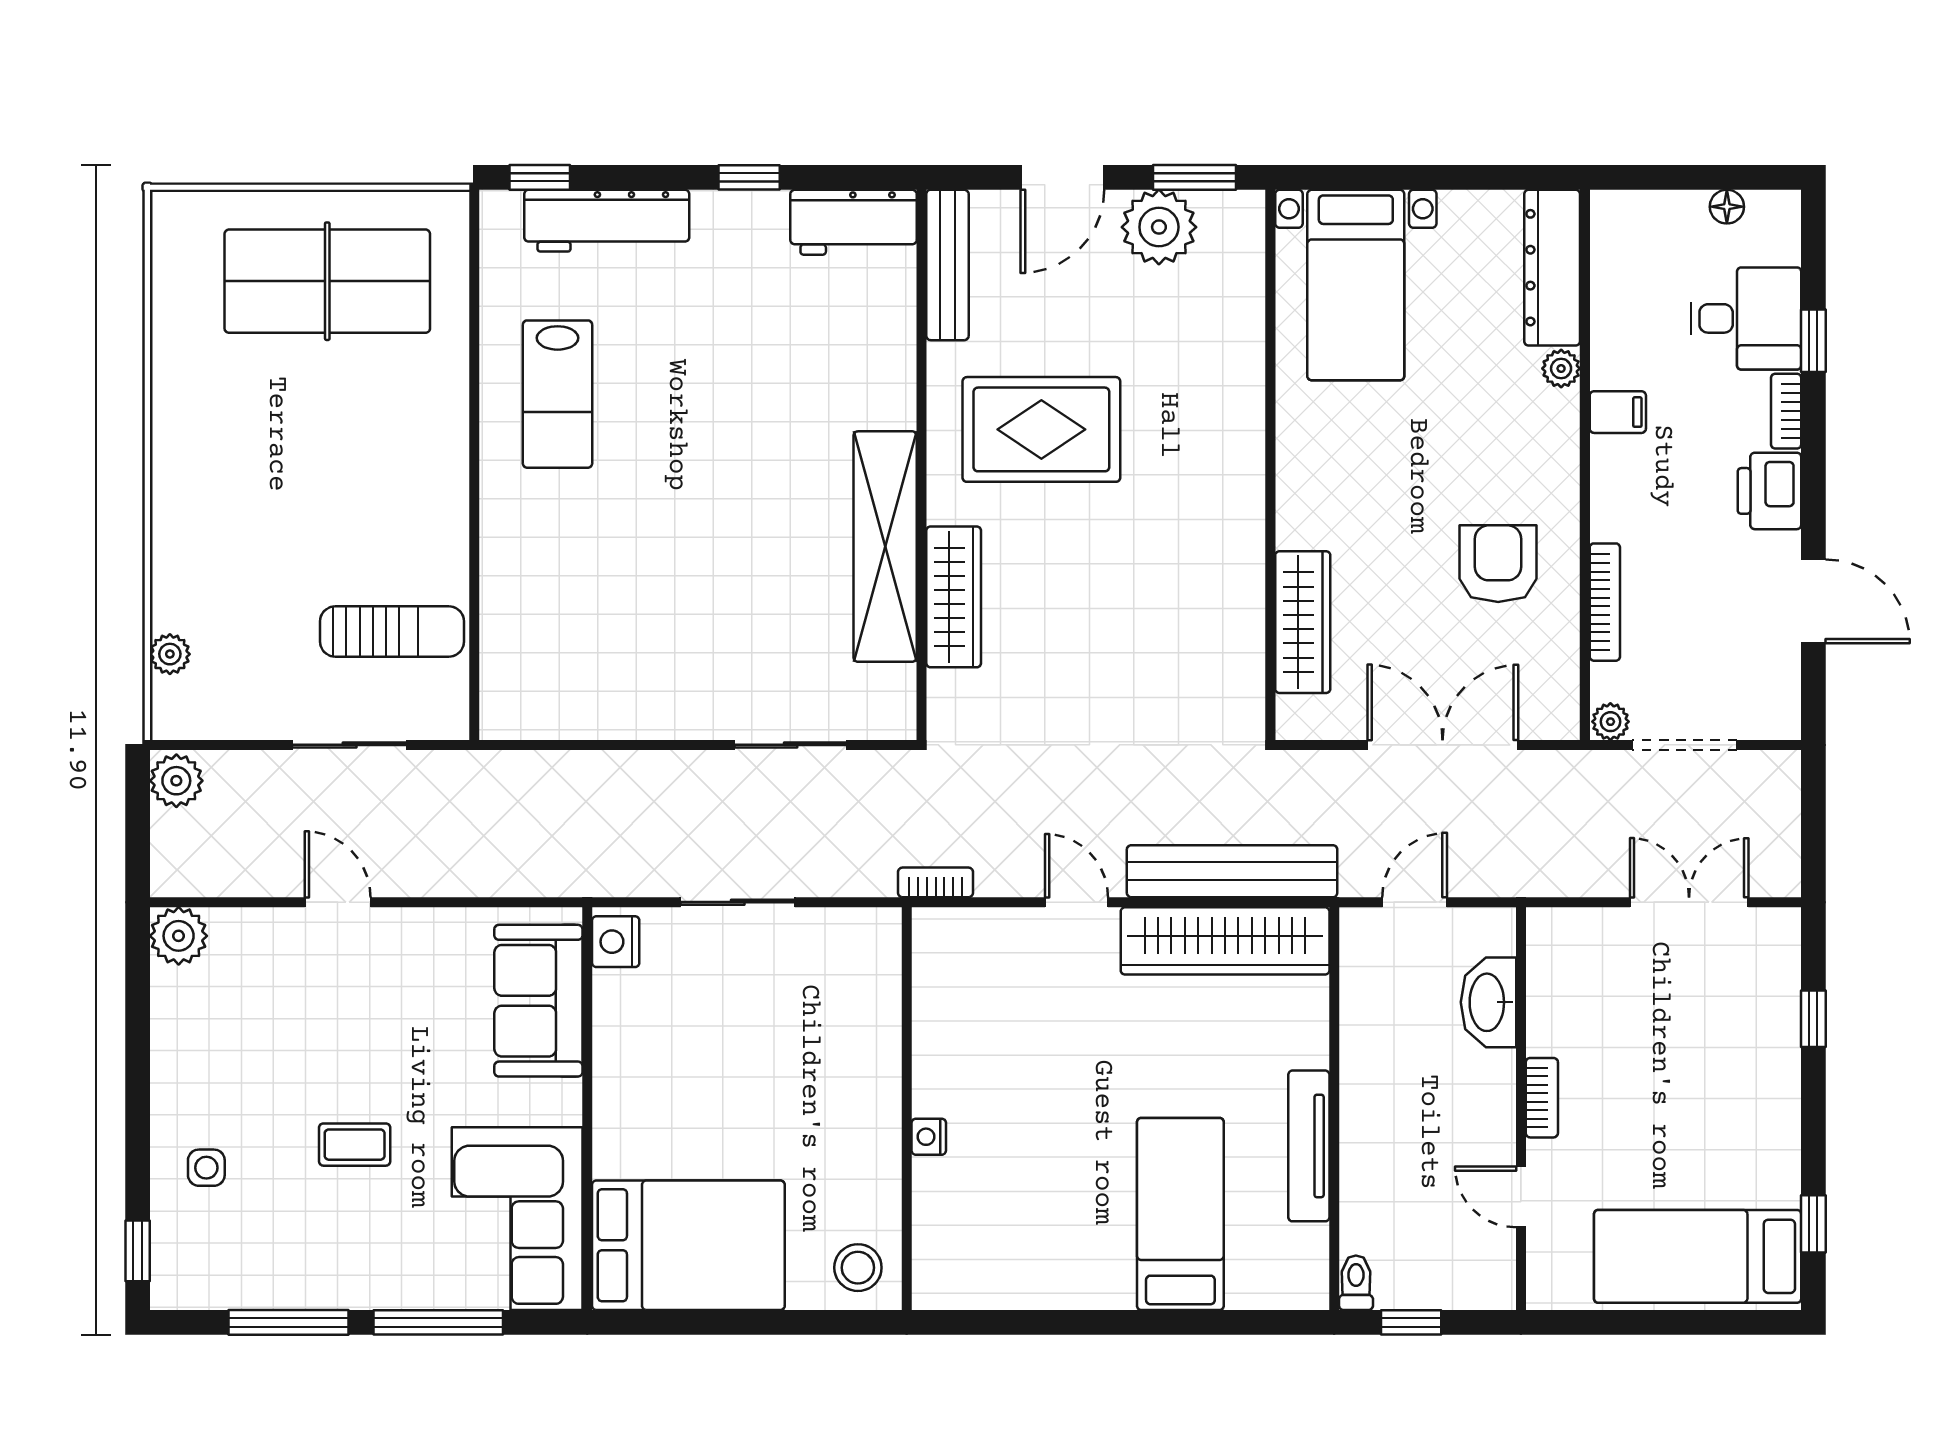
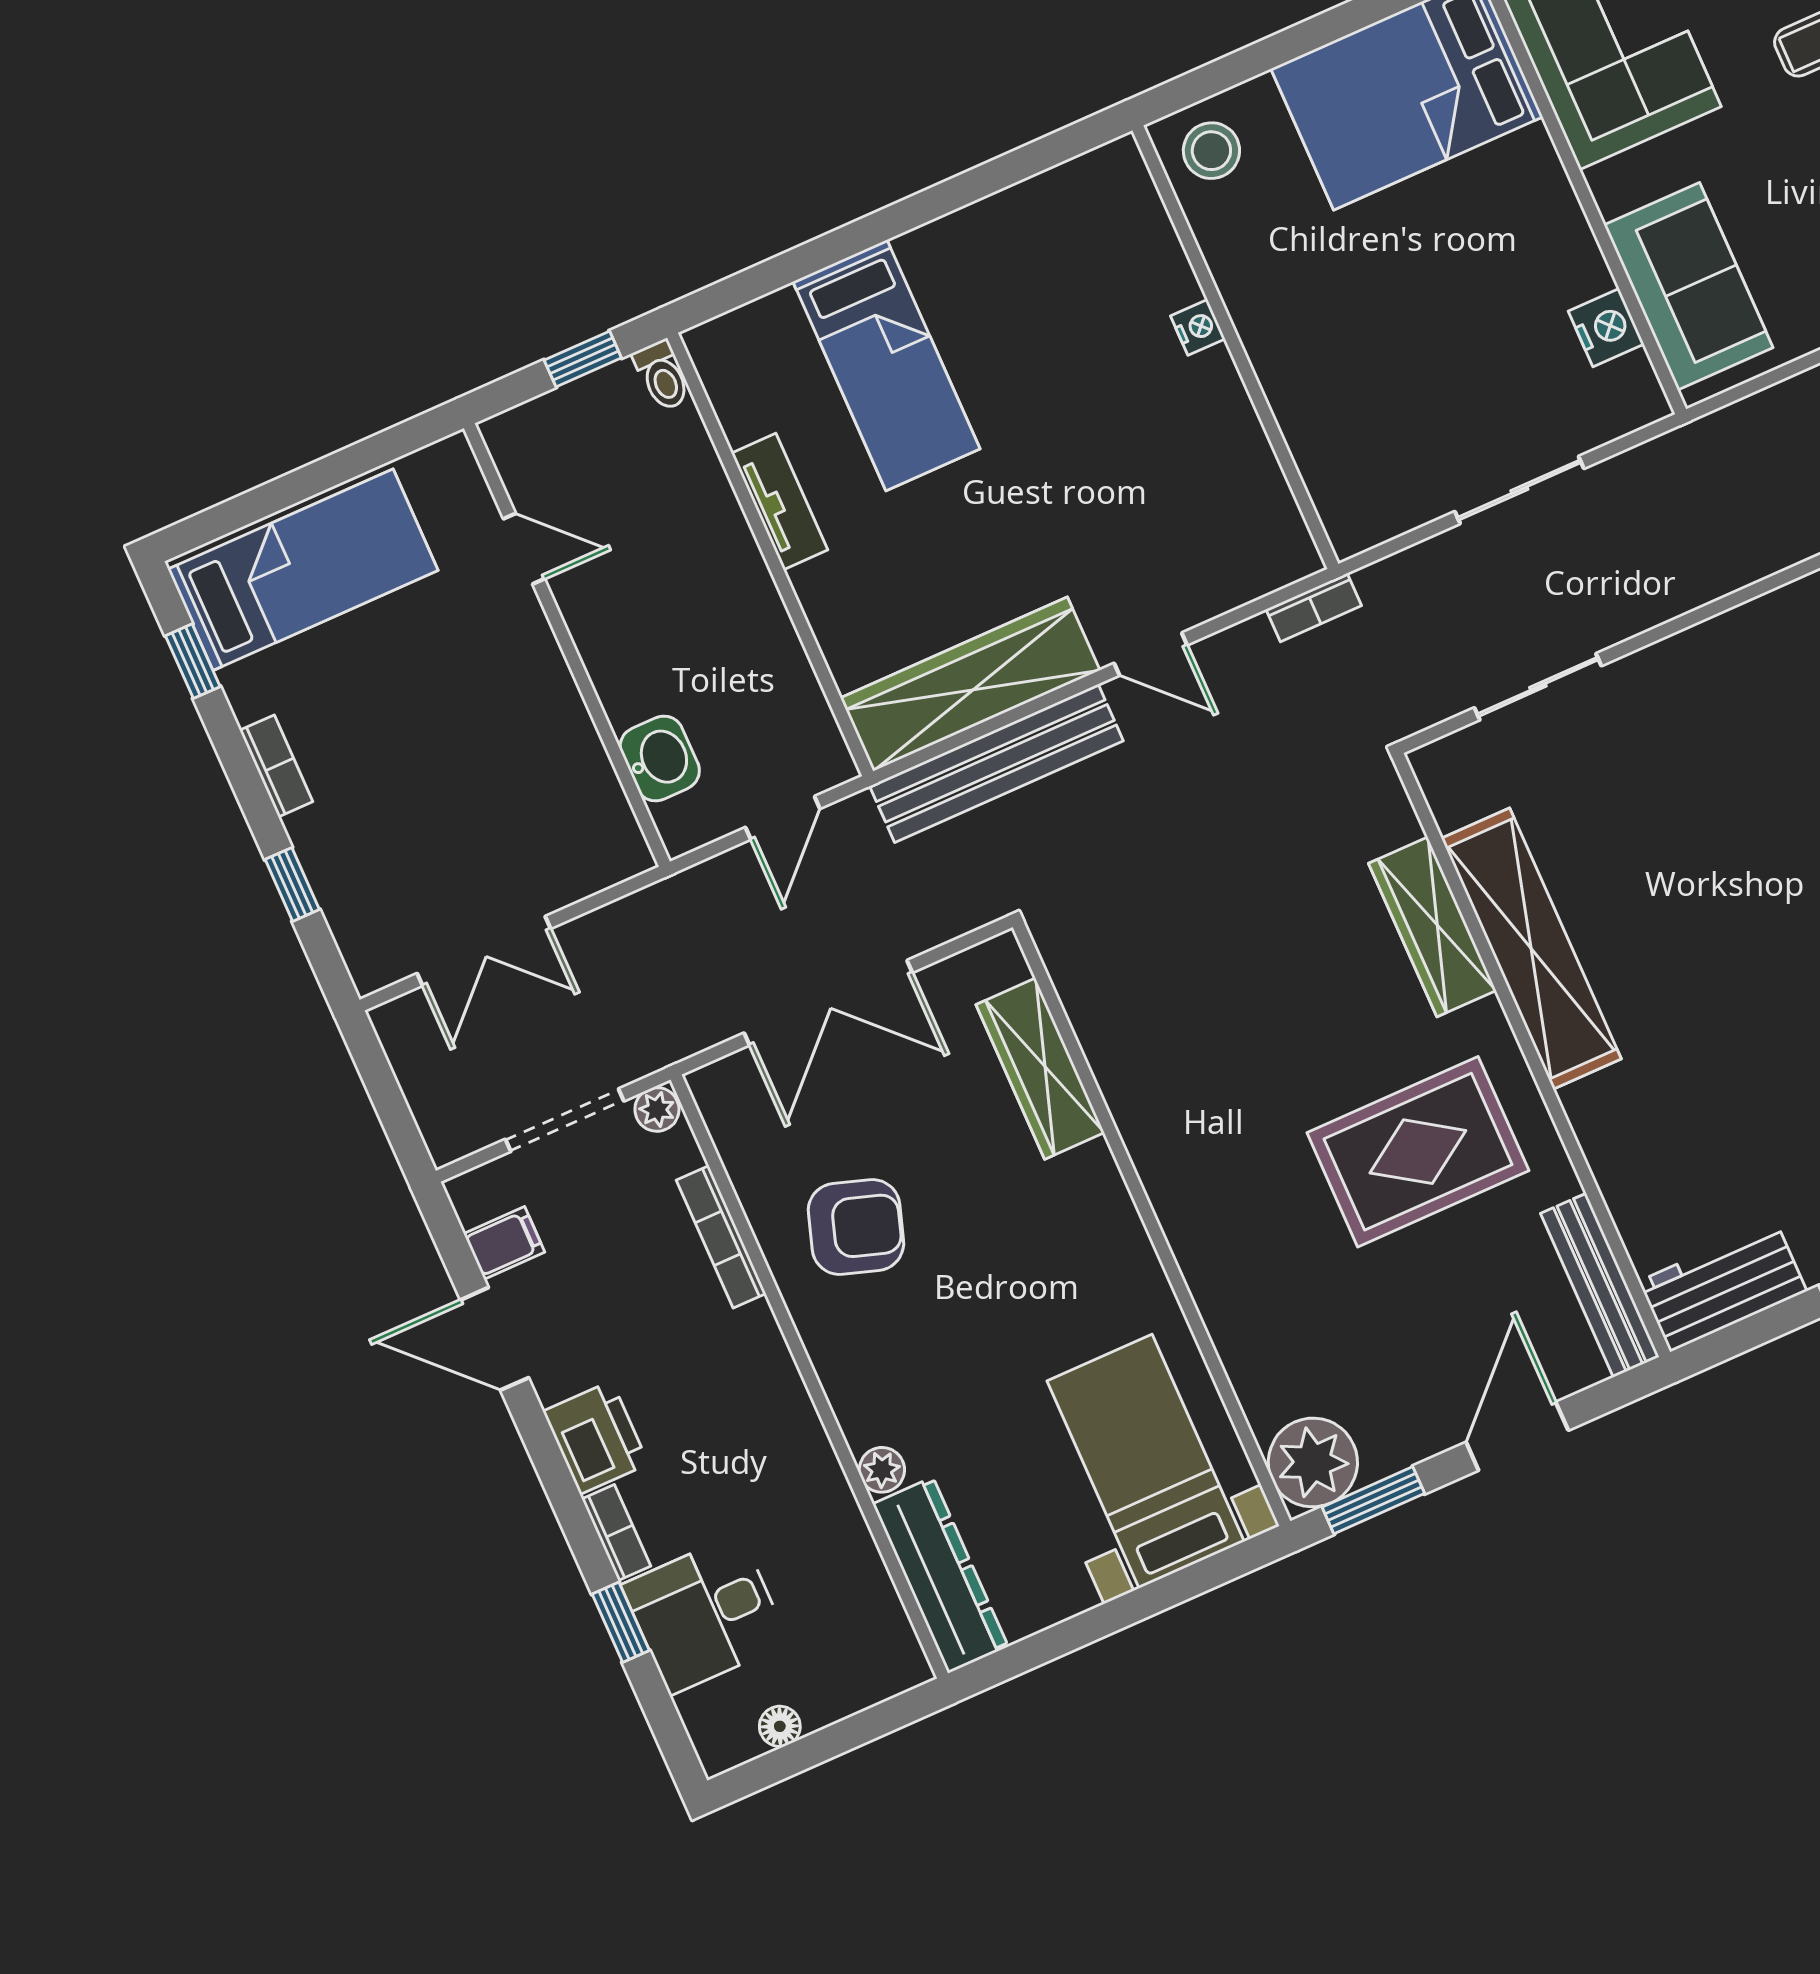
plant: (1159, 227) -> (1313, 1462), moved
filing cabinet: (1618, 412) -> (504, 1243), moved, turned 180
armchair: (1498, 564) -> (856, 1227), turned -72
nightstand: (616, 942) -> (1606, 328), moved
washbasin: (1489, 1002) -> (660, 758), width x0.72
bookcase: (1542, 1098) -> (276, 766), moved, turned 180
tv unit: (1309, 1146) -> (780, 502), width x0.71

